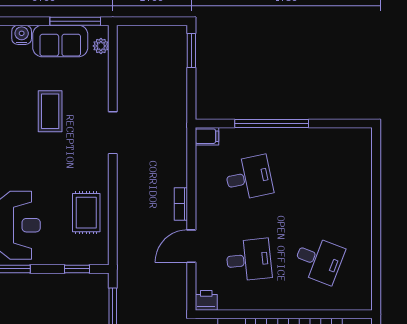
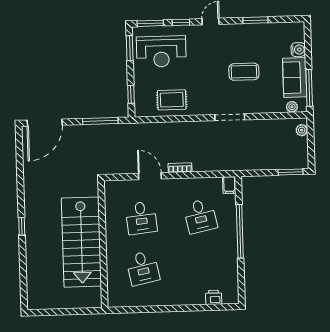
plant: (134, 33) -> (302, 130), added
desk: (319, 260) -> (143, 268), turned -33
printer: (206, 300) -> (214, 297), moved, turned -90

